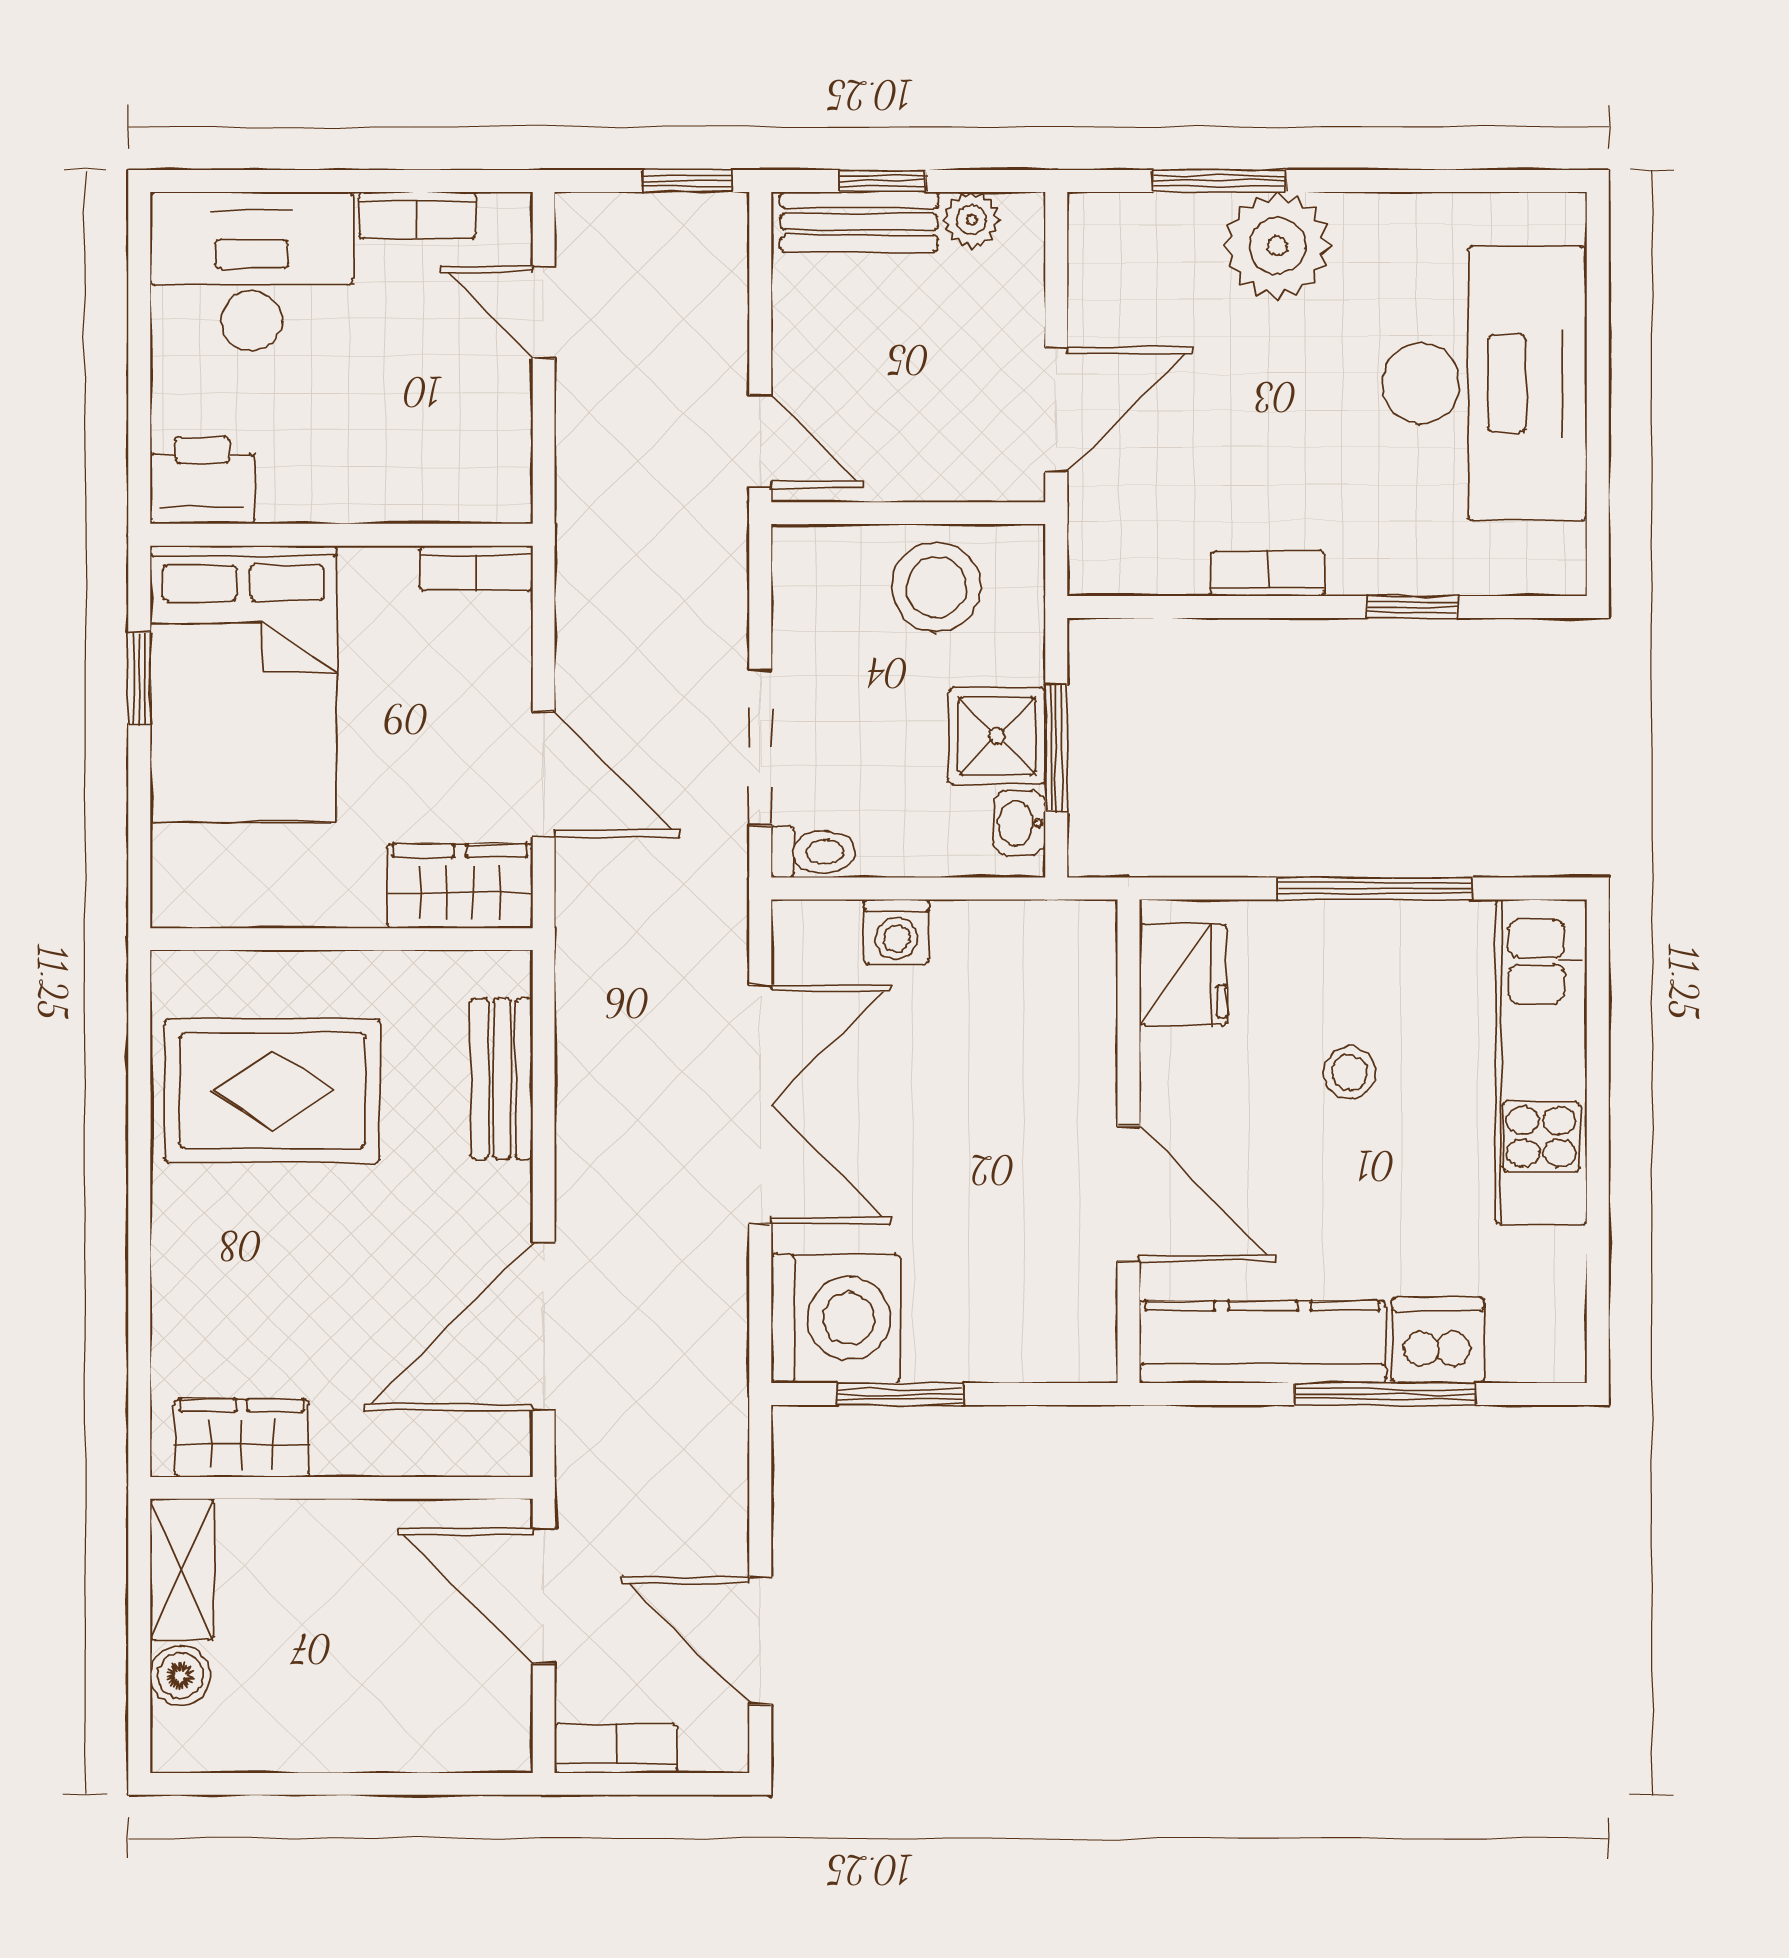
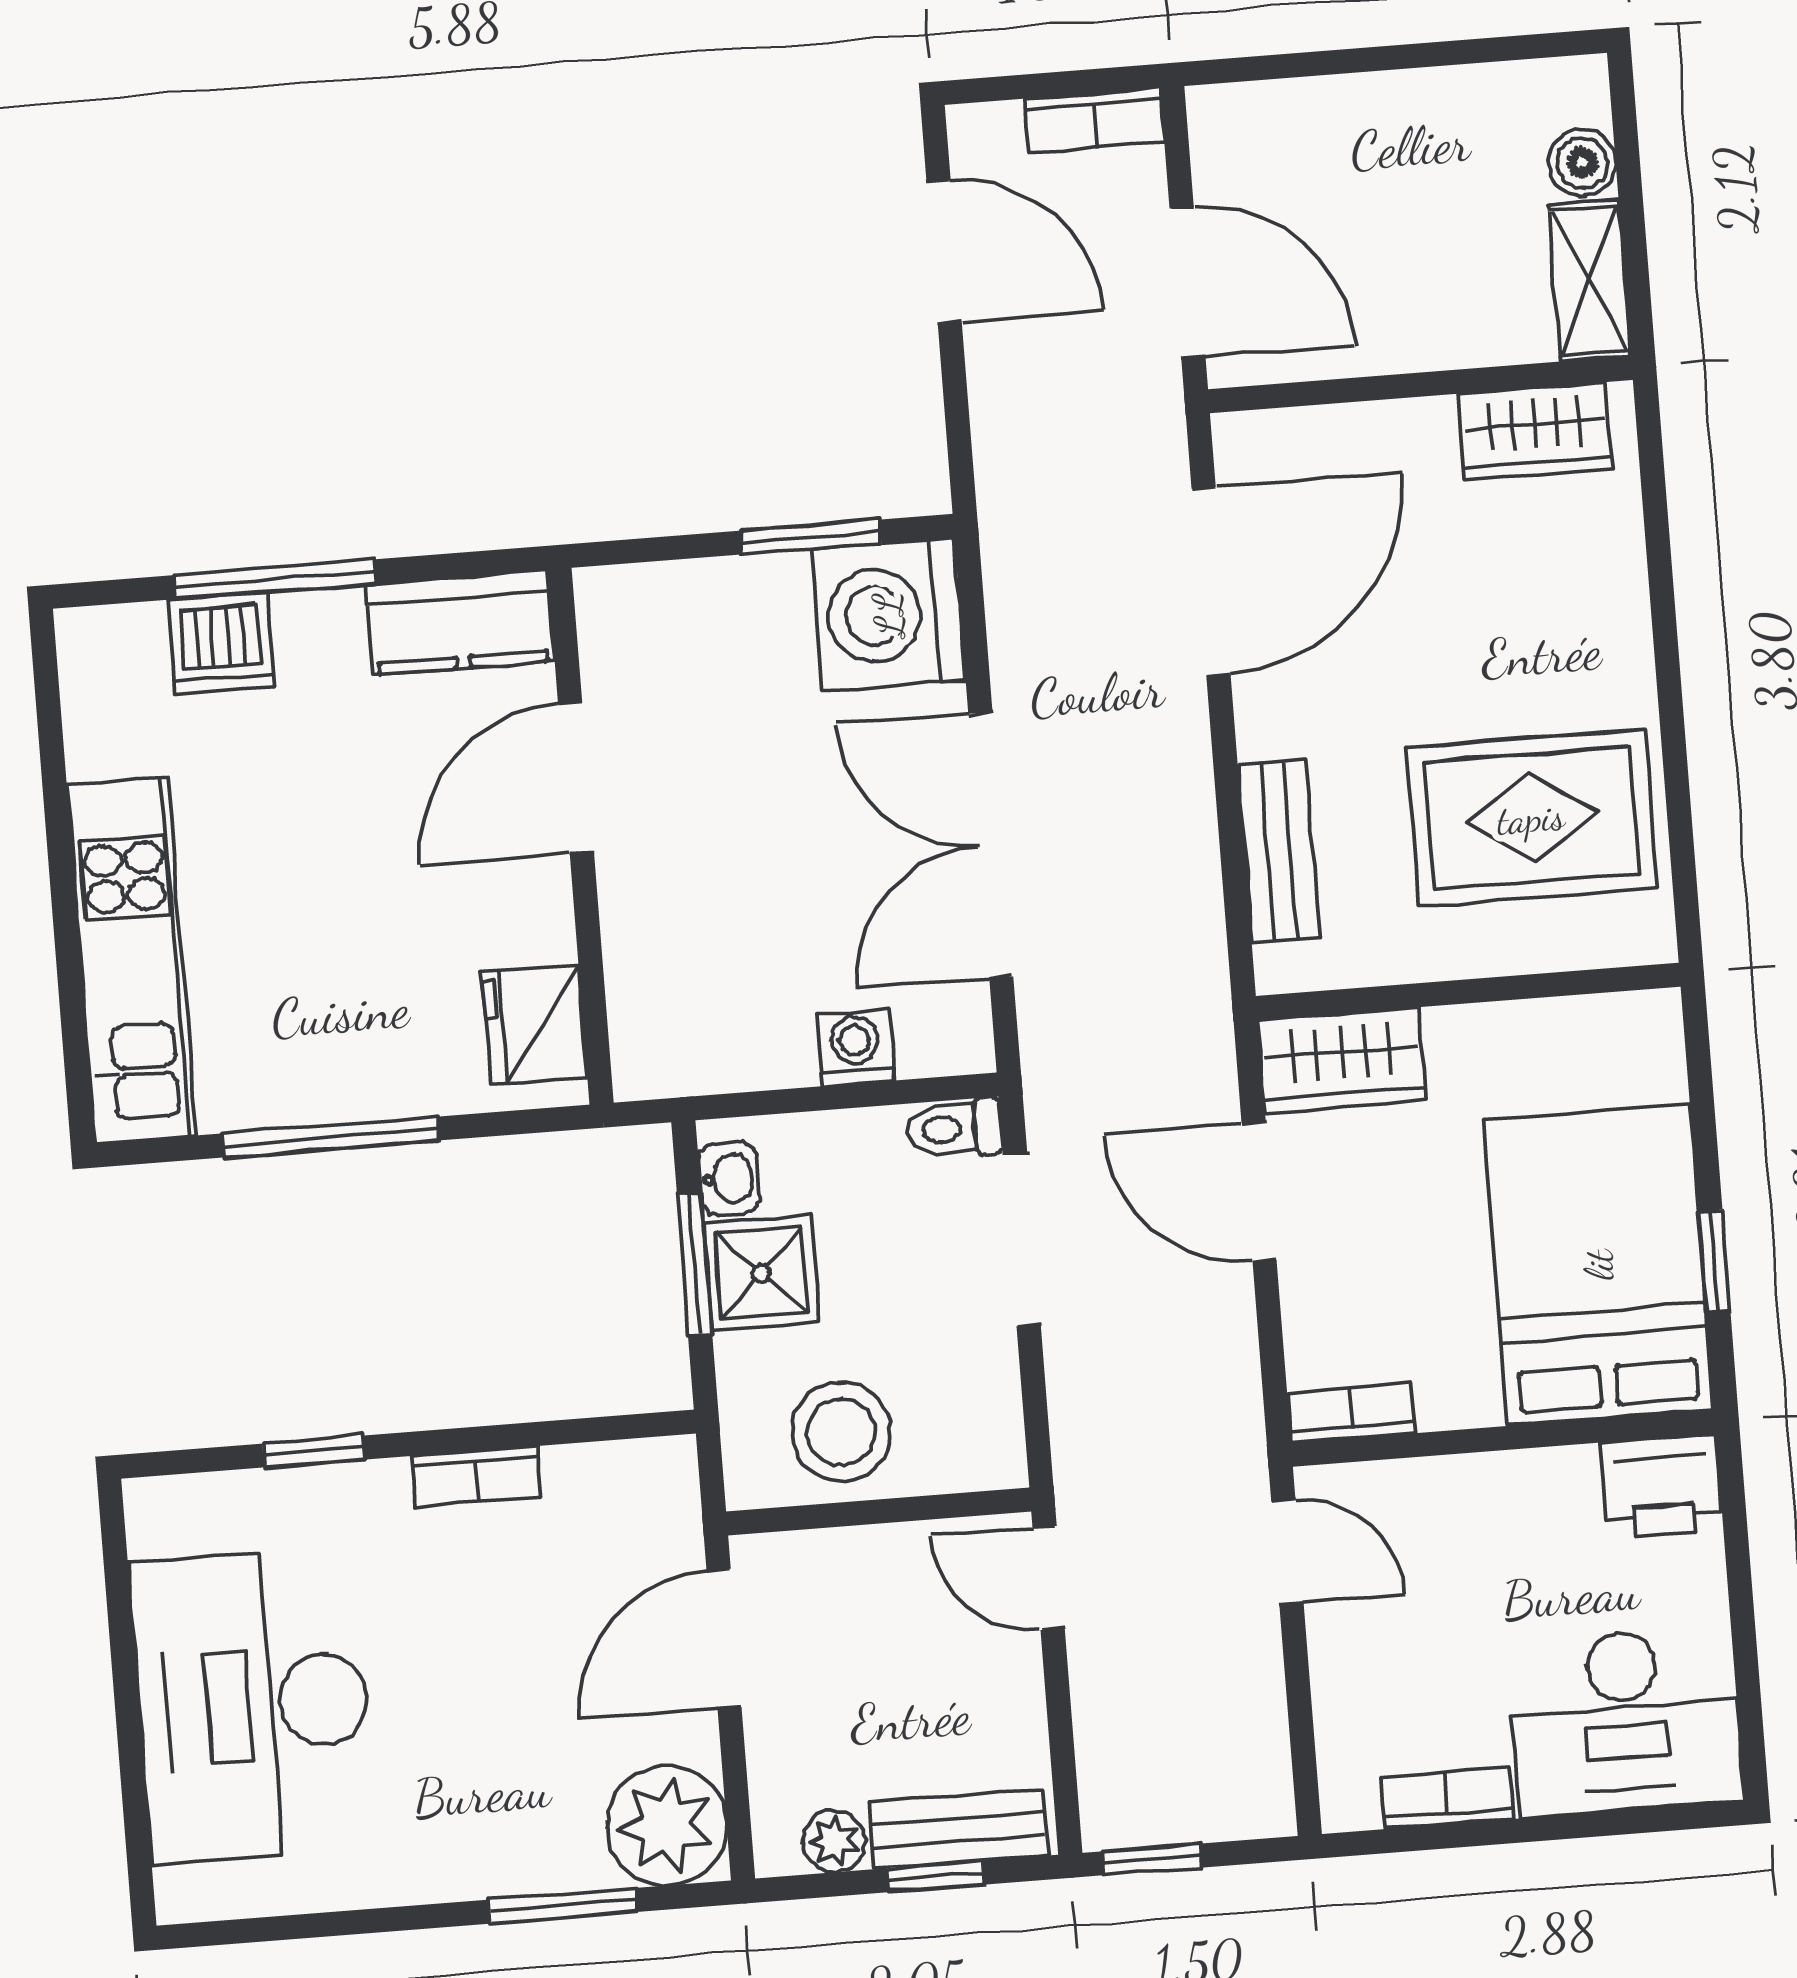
plant: (1277, 246) -> (667, 1826), moved
door: (544, 312) -> (1287, 1552), moved
stool: (1350, 1073) -> (342, 931), removed
door: (1128, 1194) -> (576, 778), hinge flipped
kitchen counter: (1263, 1342) -> (460, 622), width x0.67

